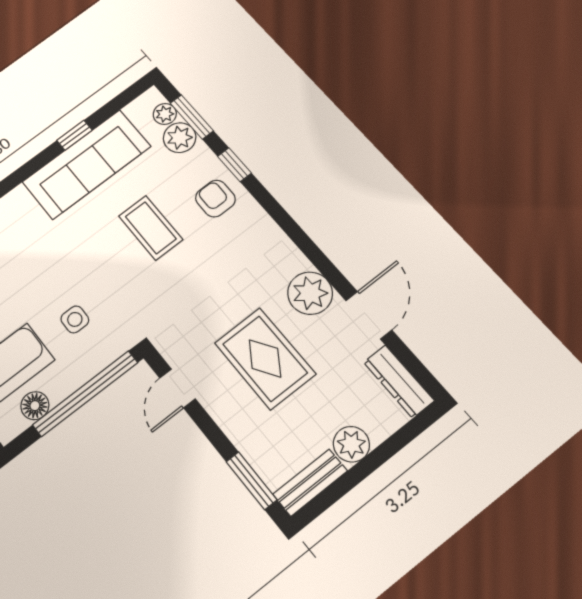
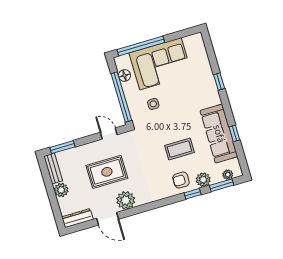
plant: (180, 138) -> (203, 180), moved
armchair: (215, 199) -> (181, 180), turned 180

